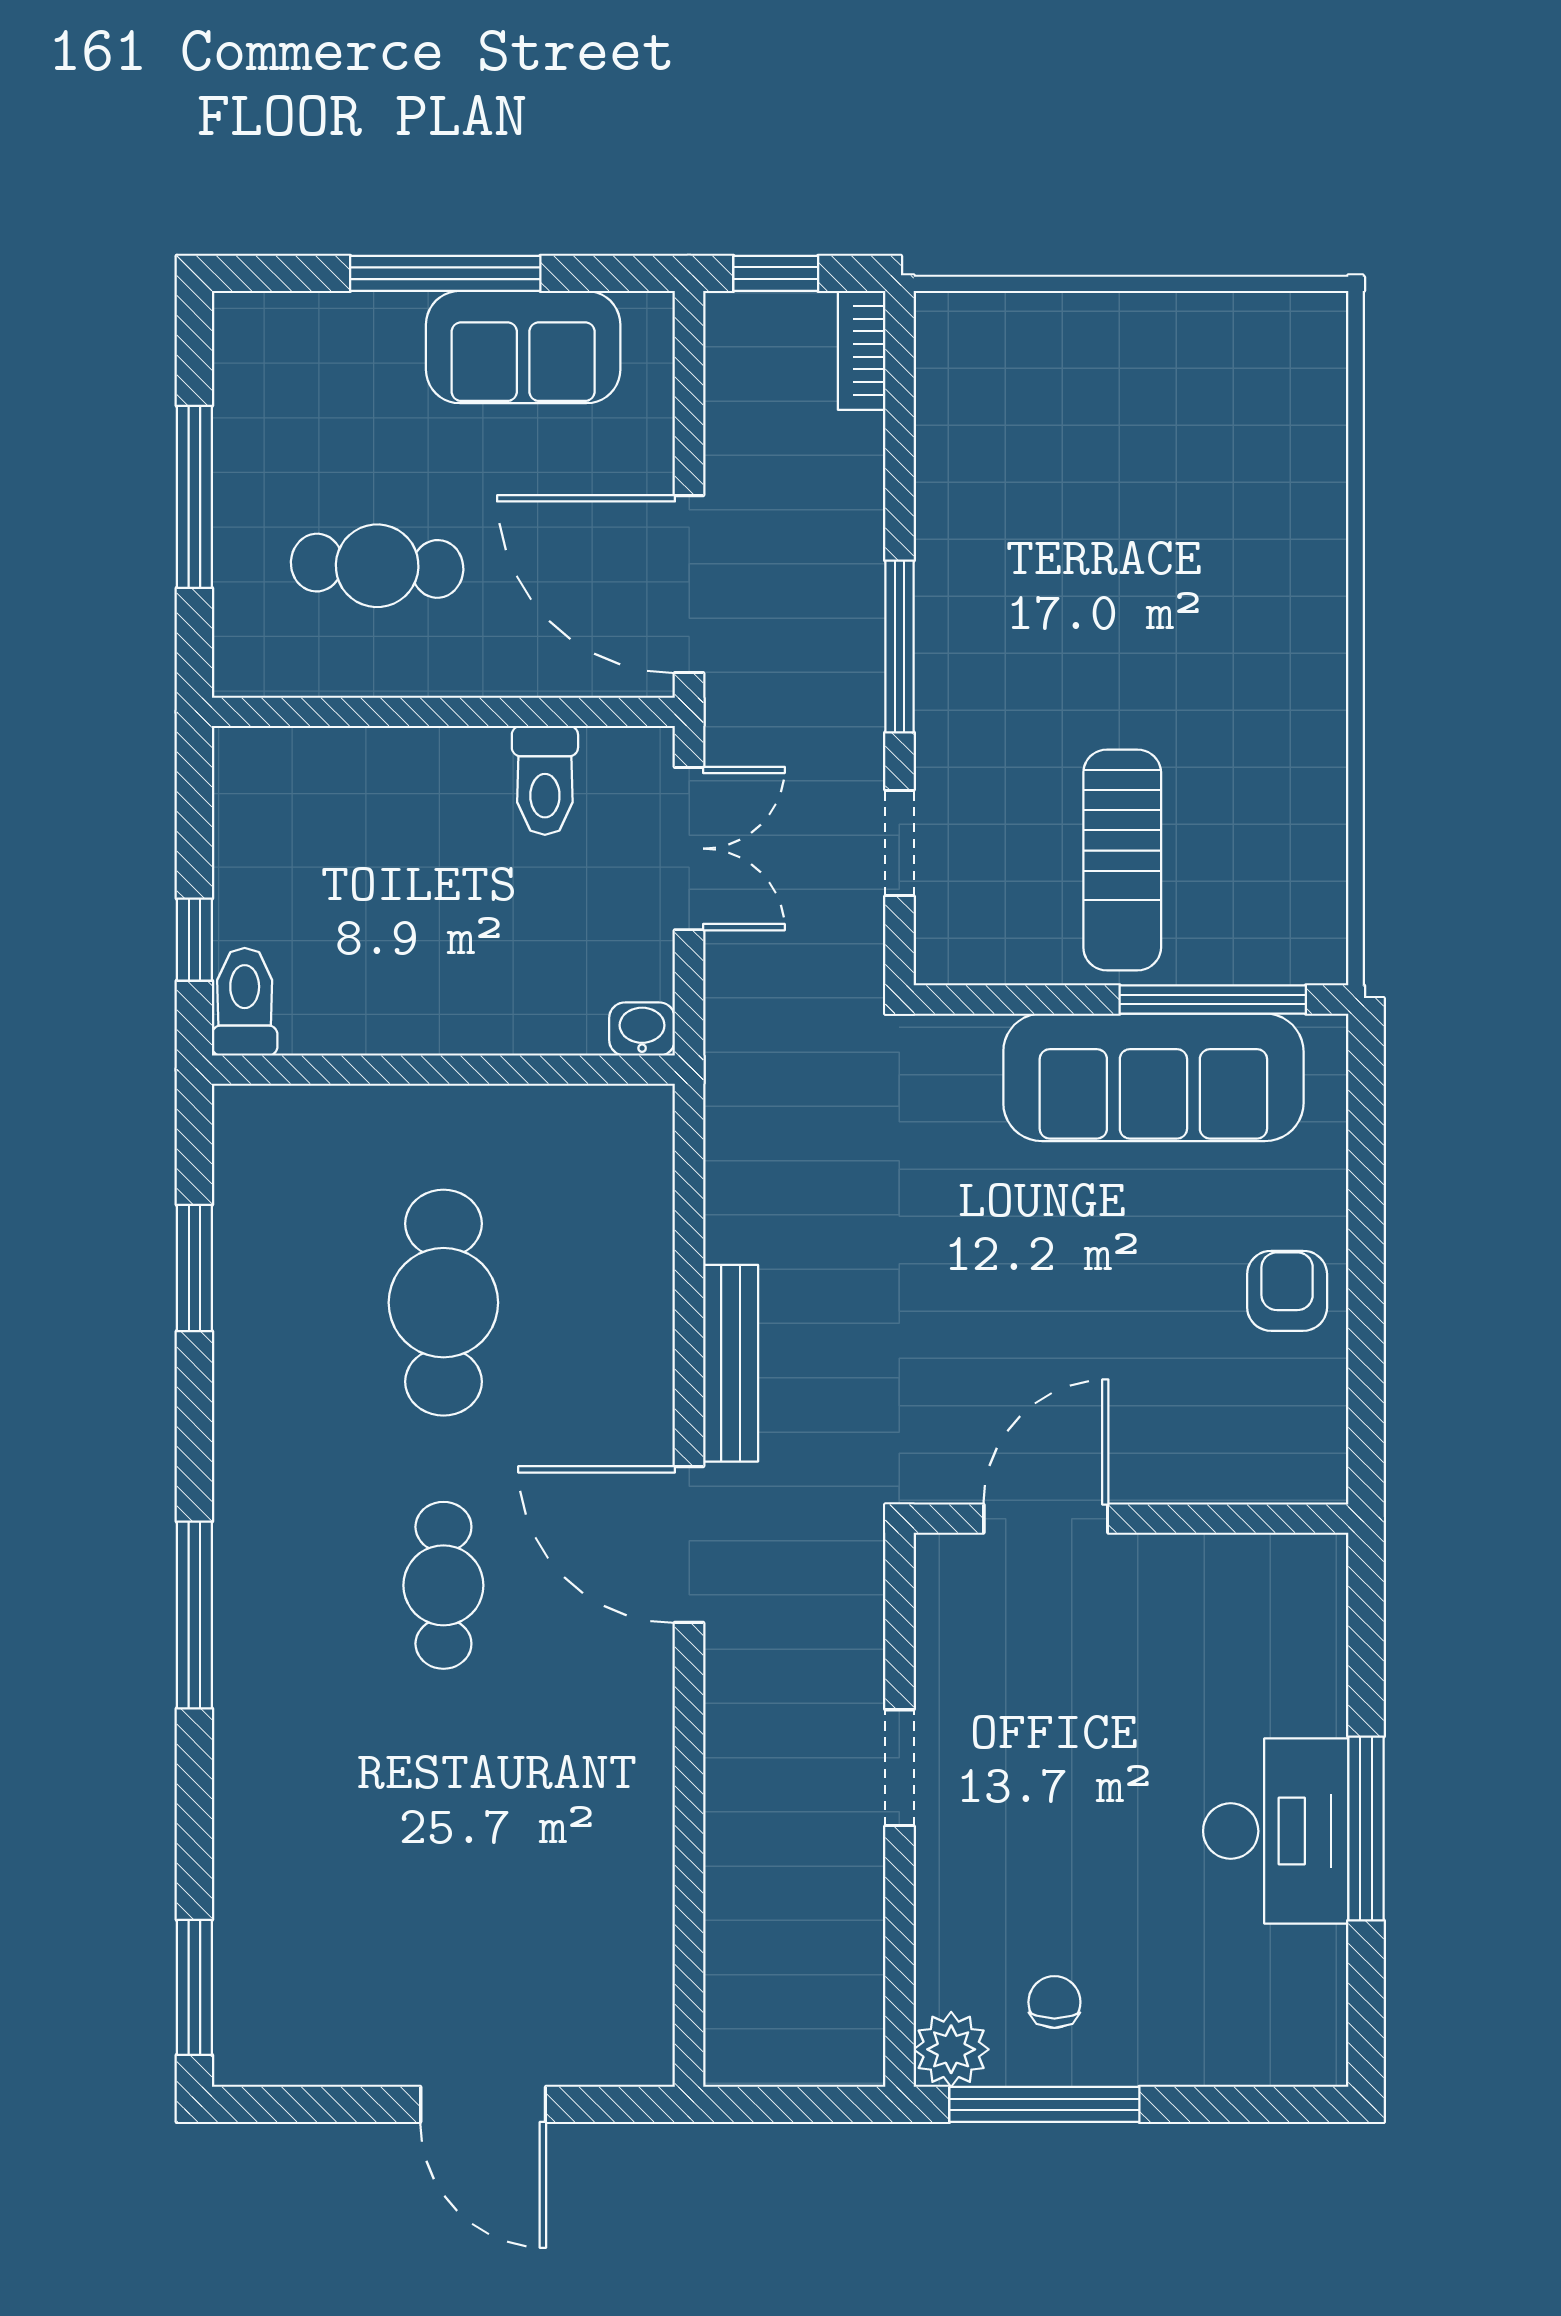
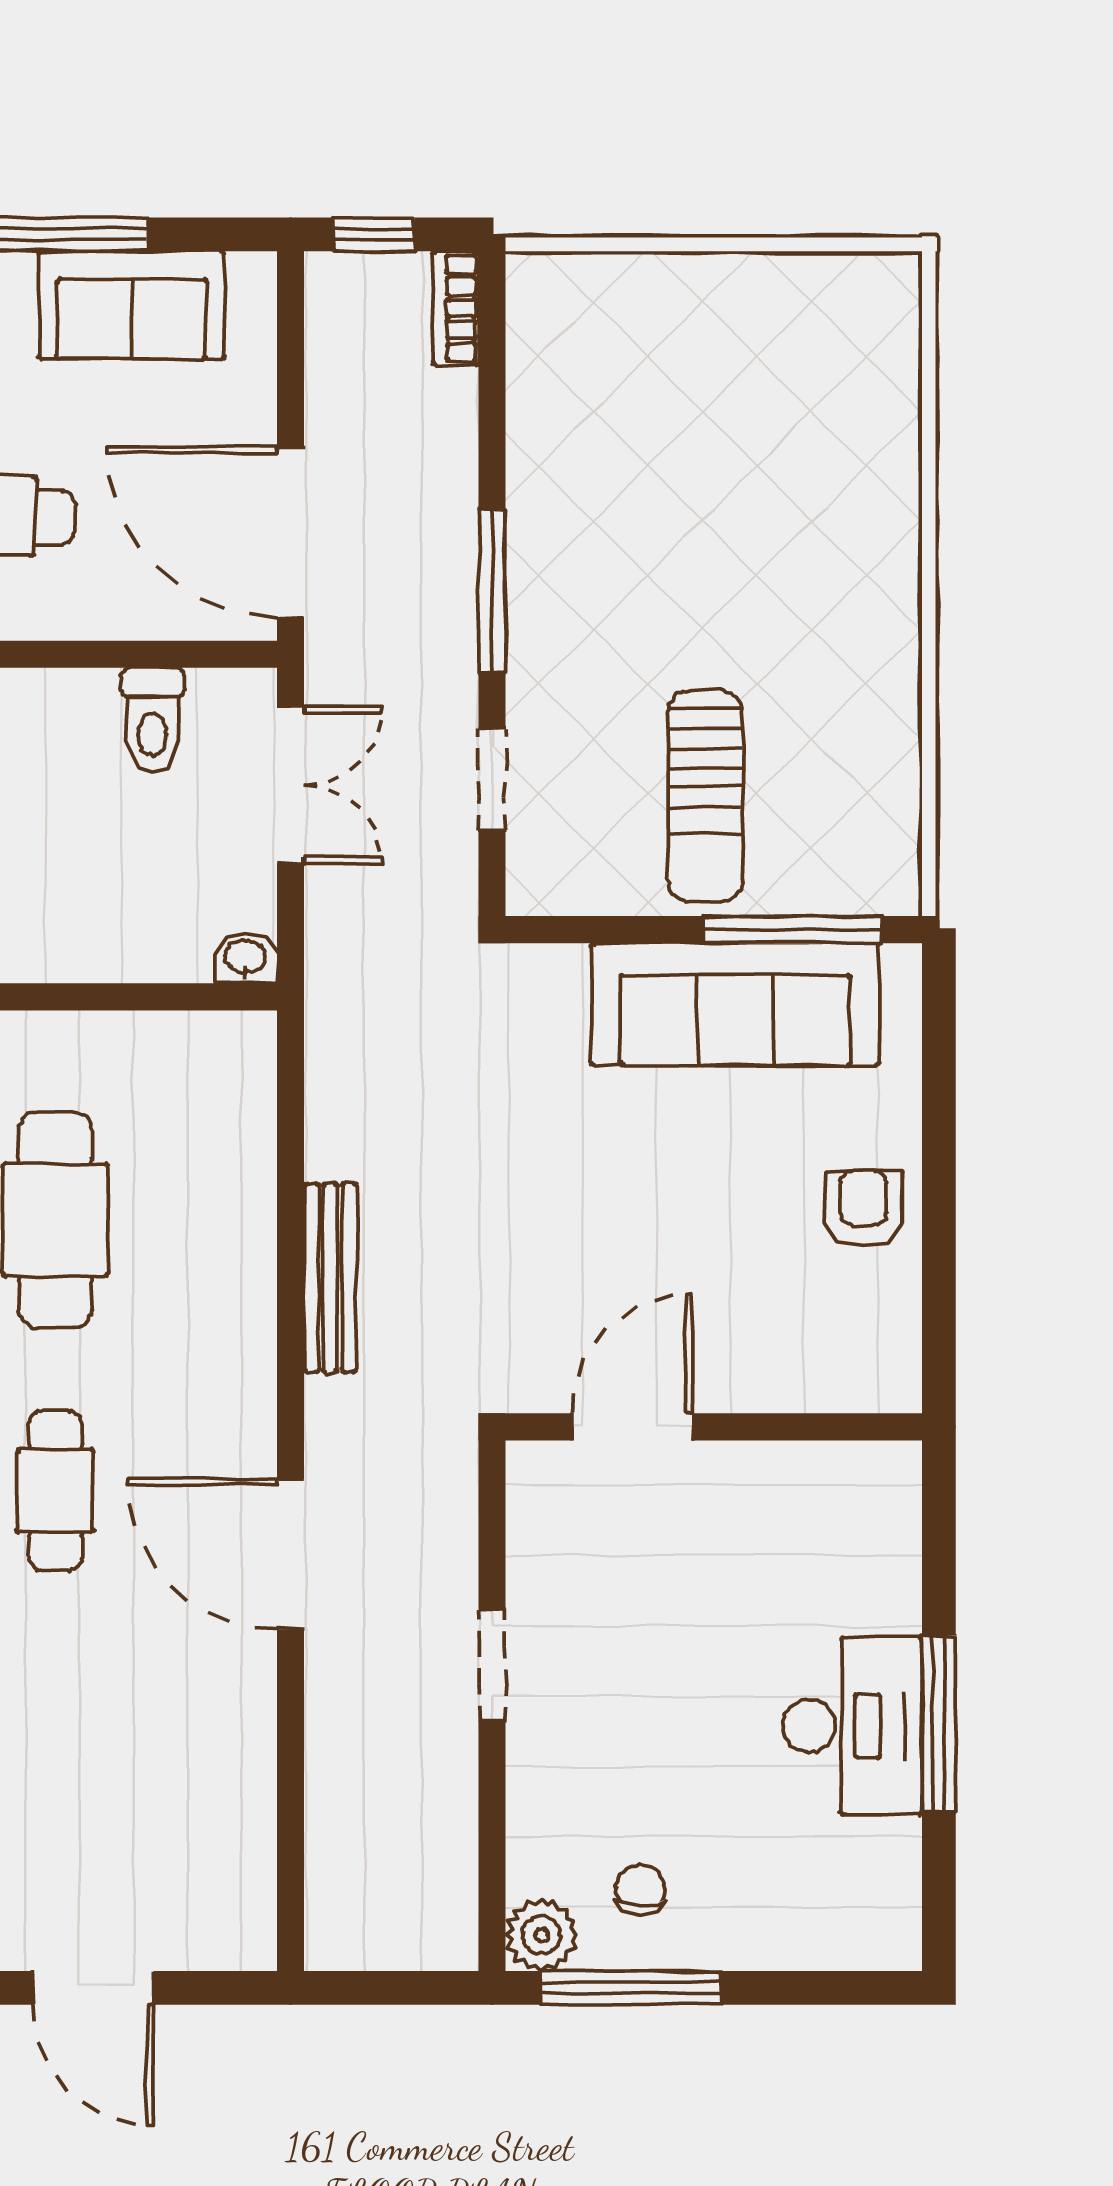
door: (689, 1545) -> (290, 1554), moved

